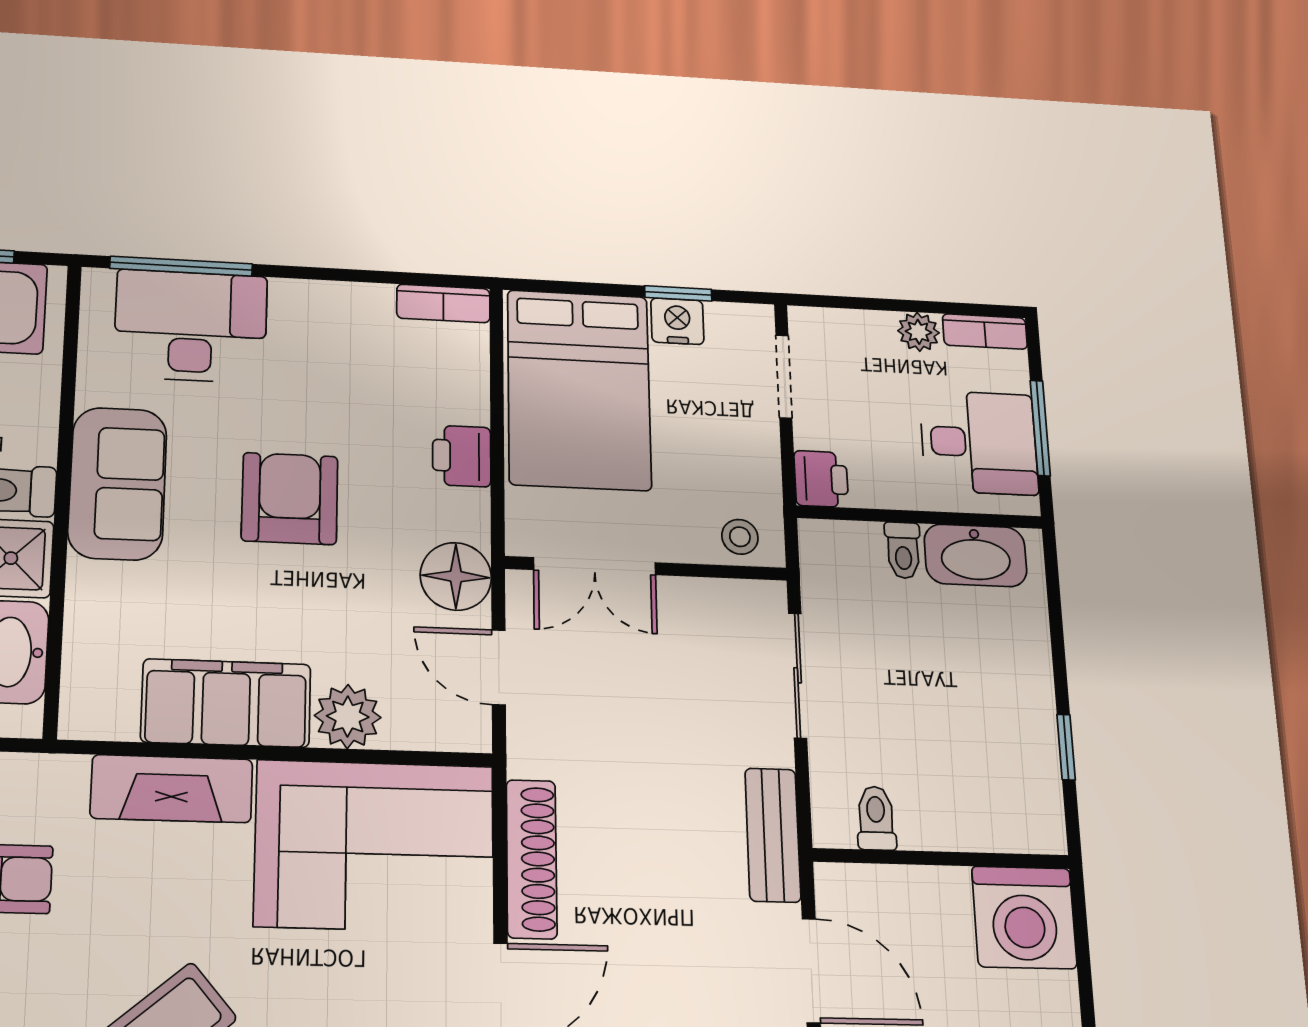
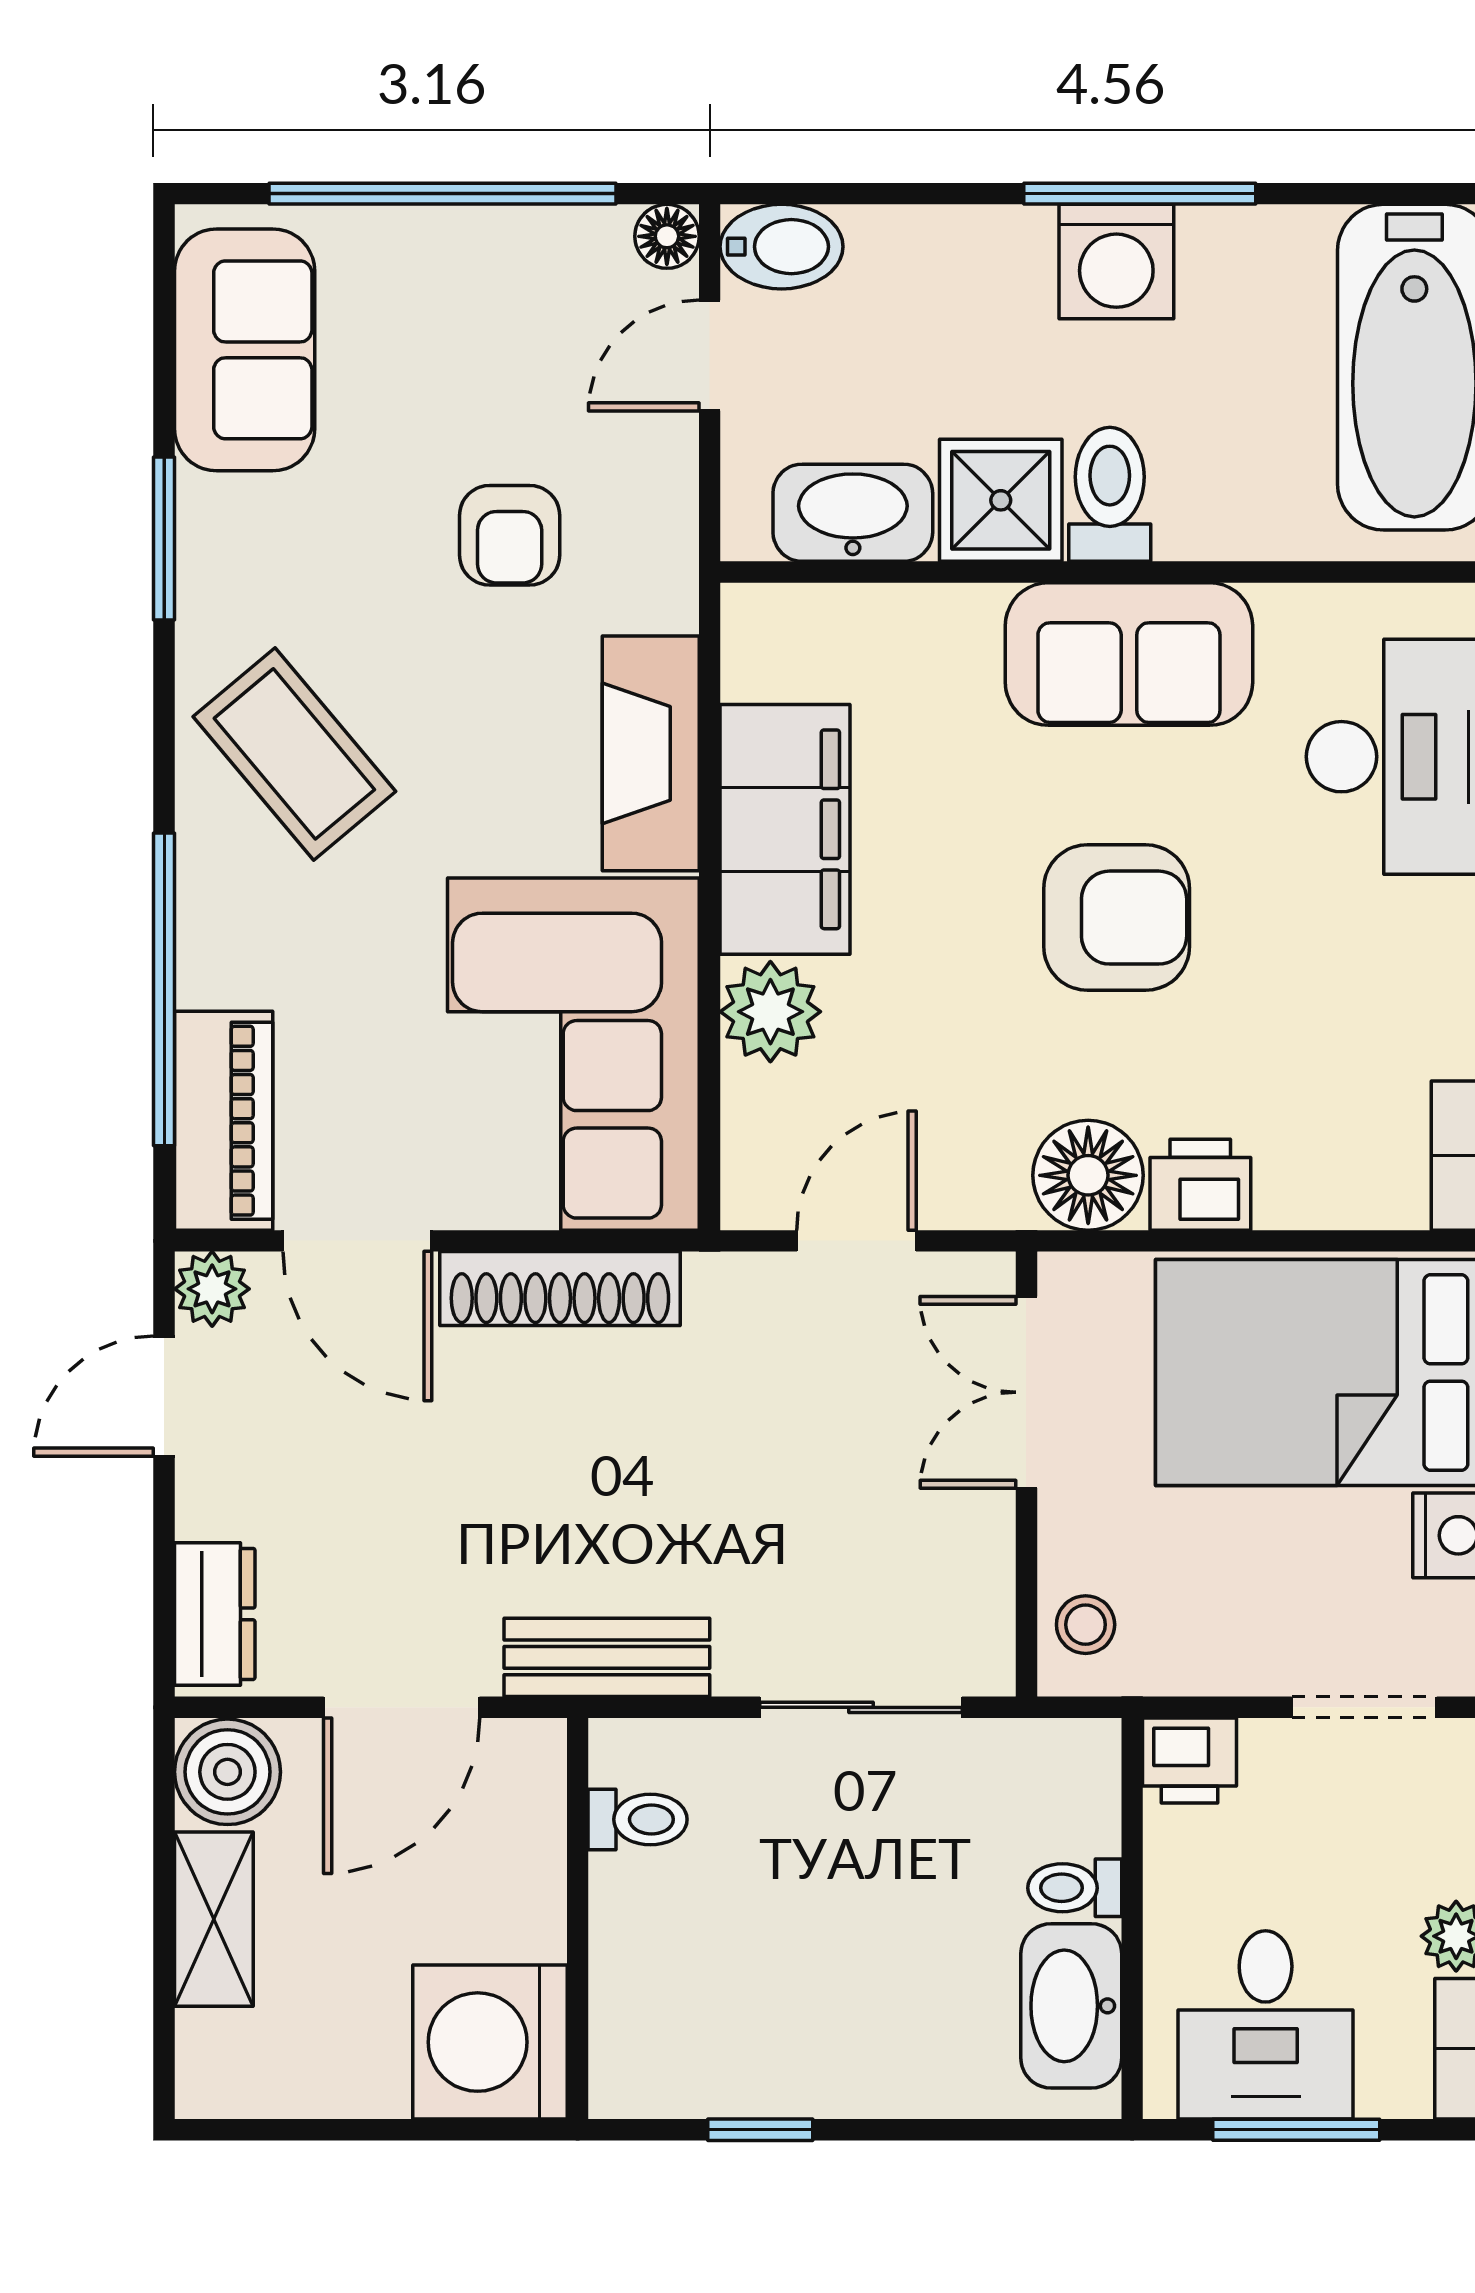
floor lamp: (456, 576) -> (1088, 1175), moved

